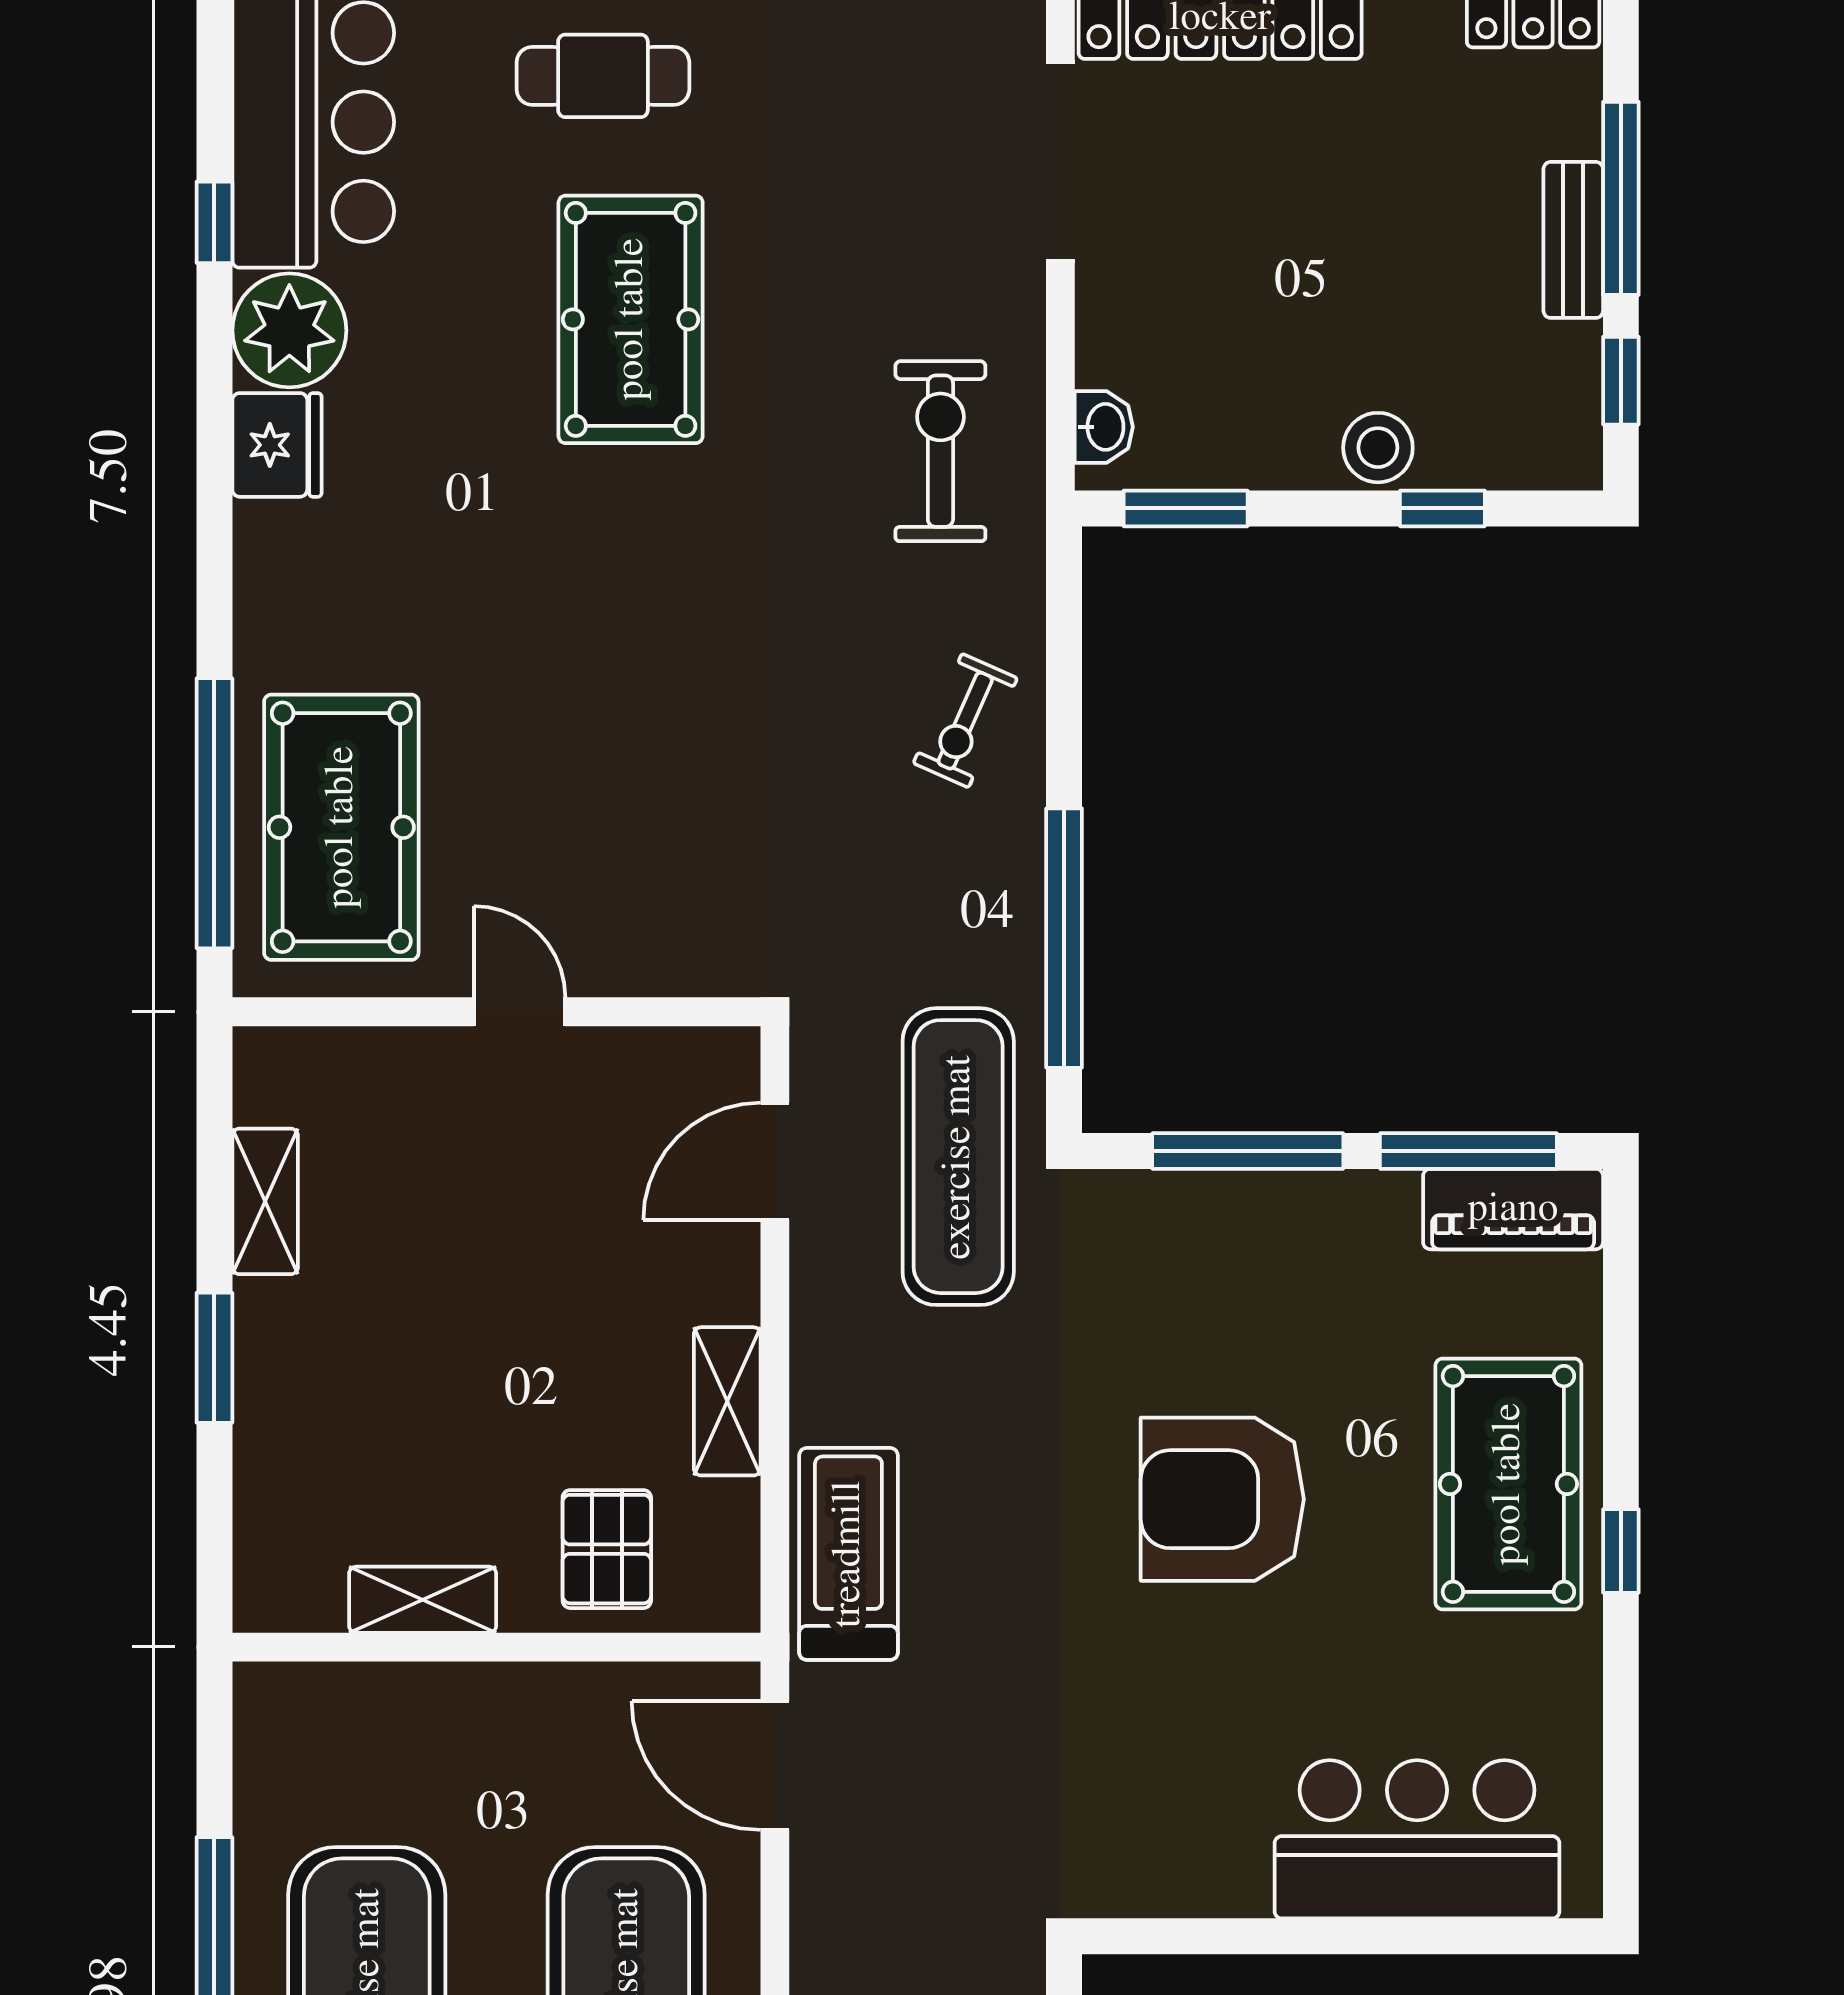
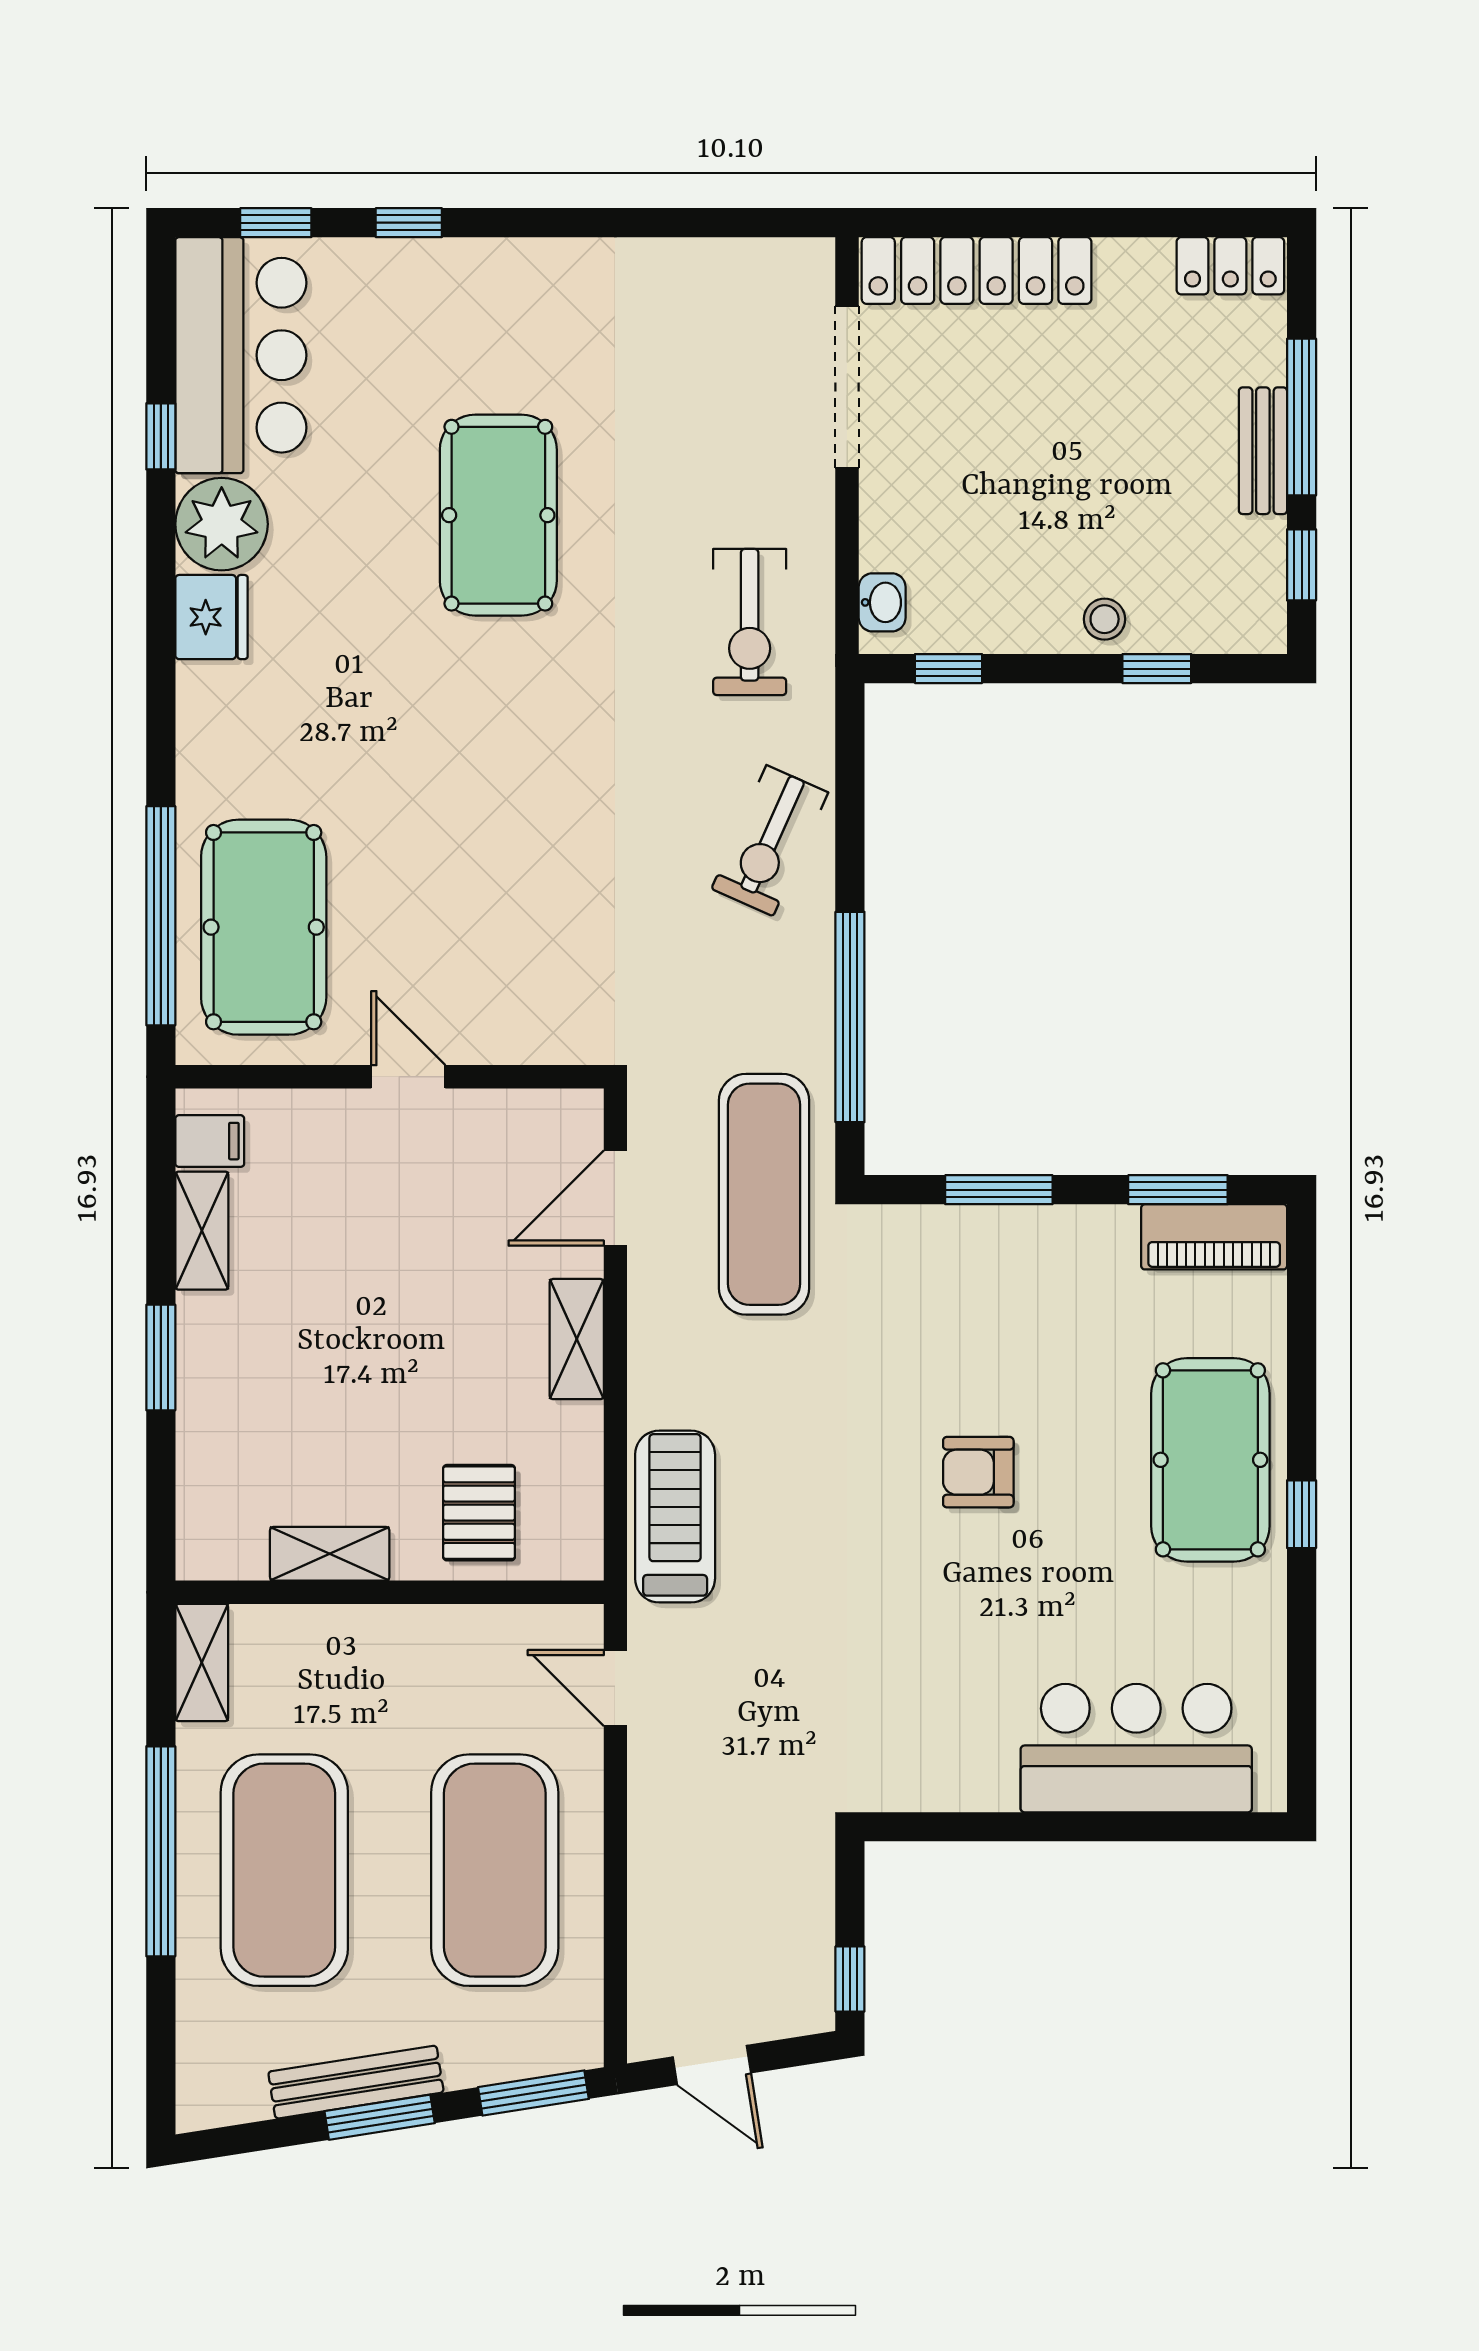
cafe table: (603, 76) -> (476, 318), removed
stool: (1378, 448) -> (1105, 619), width x0.73, depth x0.73
exercise bike: (940, 451) -> (750, 622), turned 180
window: (1186, 508) -> (949, 669), width x0.67
exercise bike: (965, 721) -> (770, 841), width x1.38, depth x1.39
filing cabinet: (275, 1091) -> (210, 1141), added
window: (1248, 1151) -> (999, 1190), width x0.69
window: (1468, 1151) -> (1178, 1190), width x0.69
shelving: (727, 1401) -> (577, 1339), moved
armchair: (1222, 1499) -> (978, 1472), width x0.53, depth x0.53
shelving: (265, 1734) -> (202, 1662), added
door: (775, 1765) -> (615, 1688), width x0.73

